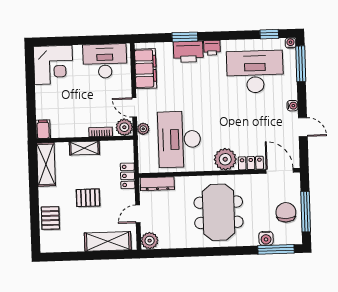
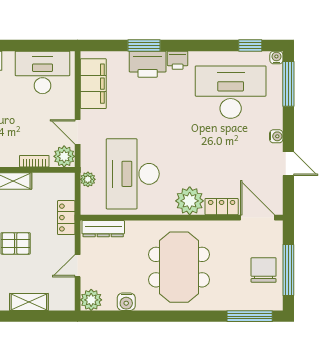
plant: (143, 129) -> (88, 179), moved
water cooler: (266, 238) -> (126, 302), moved
shelving: (108, 241) -> (29, 302), width x0.67, depth x0.75

